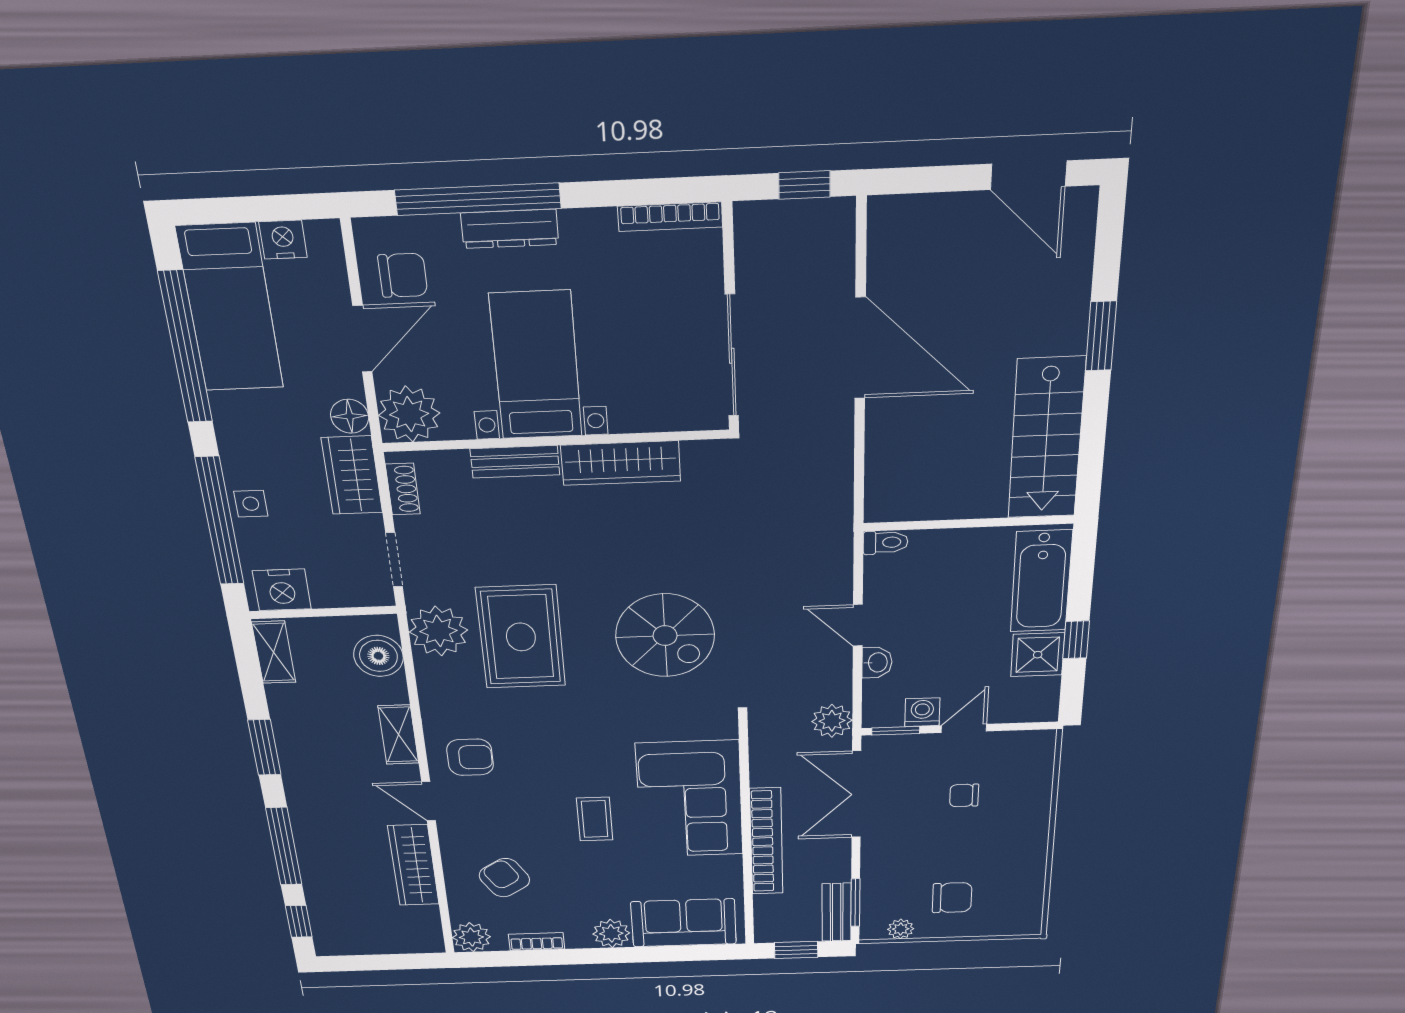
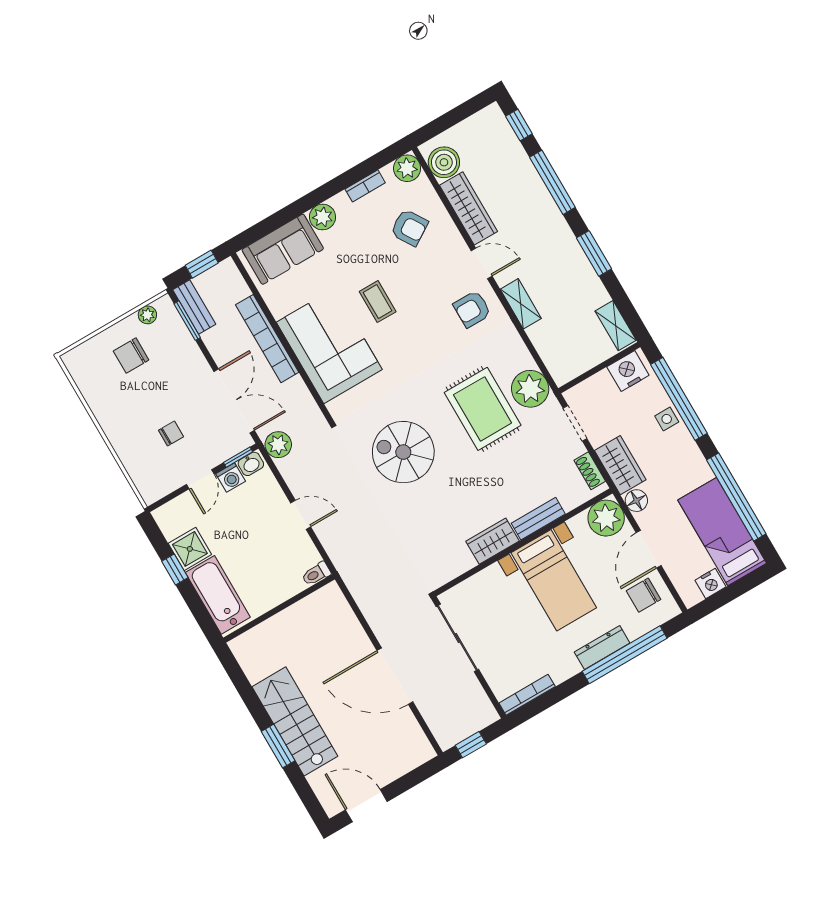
stairs: (1046, 439) -> (295, 721), moved
wardrobe: (621, 463) -> (493, 541), width x0.67
boiler: (378, 656) -> (444, 162), moved
washbasin: (877, 662) -> (251, 464), moved, turned -90

